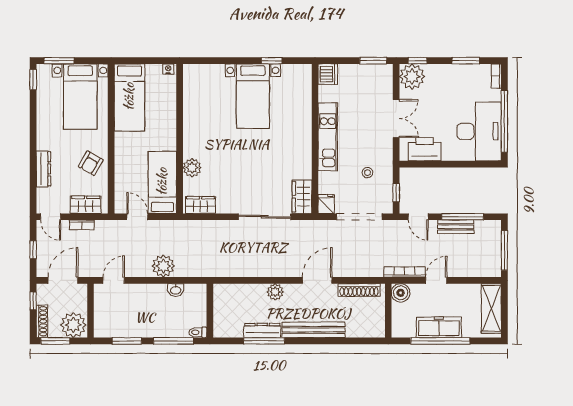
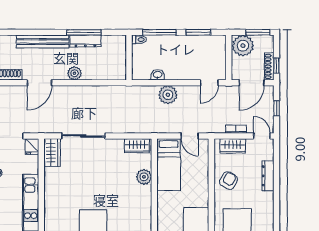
shoe rack: (42, 321) -> (269, 66), moved

